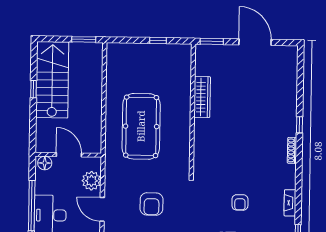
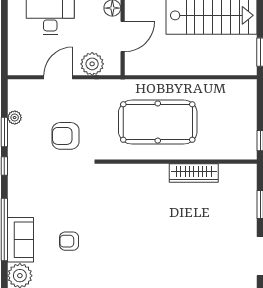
wardrobe: (202, 97) -> (194, 173), moved
wall: (192, 110) -> (178, 162), moved

